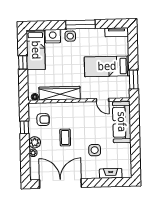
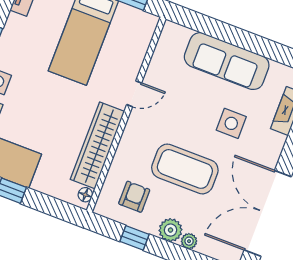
door: (103, 100) -> (134, 94), moved
sofa: (122, 122) -> (227, 61), moved
coffee table: (65, 137) -> (185, 169), width x1.86, depth x1.72

